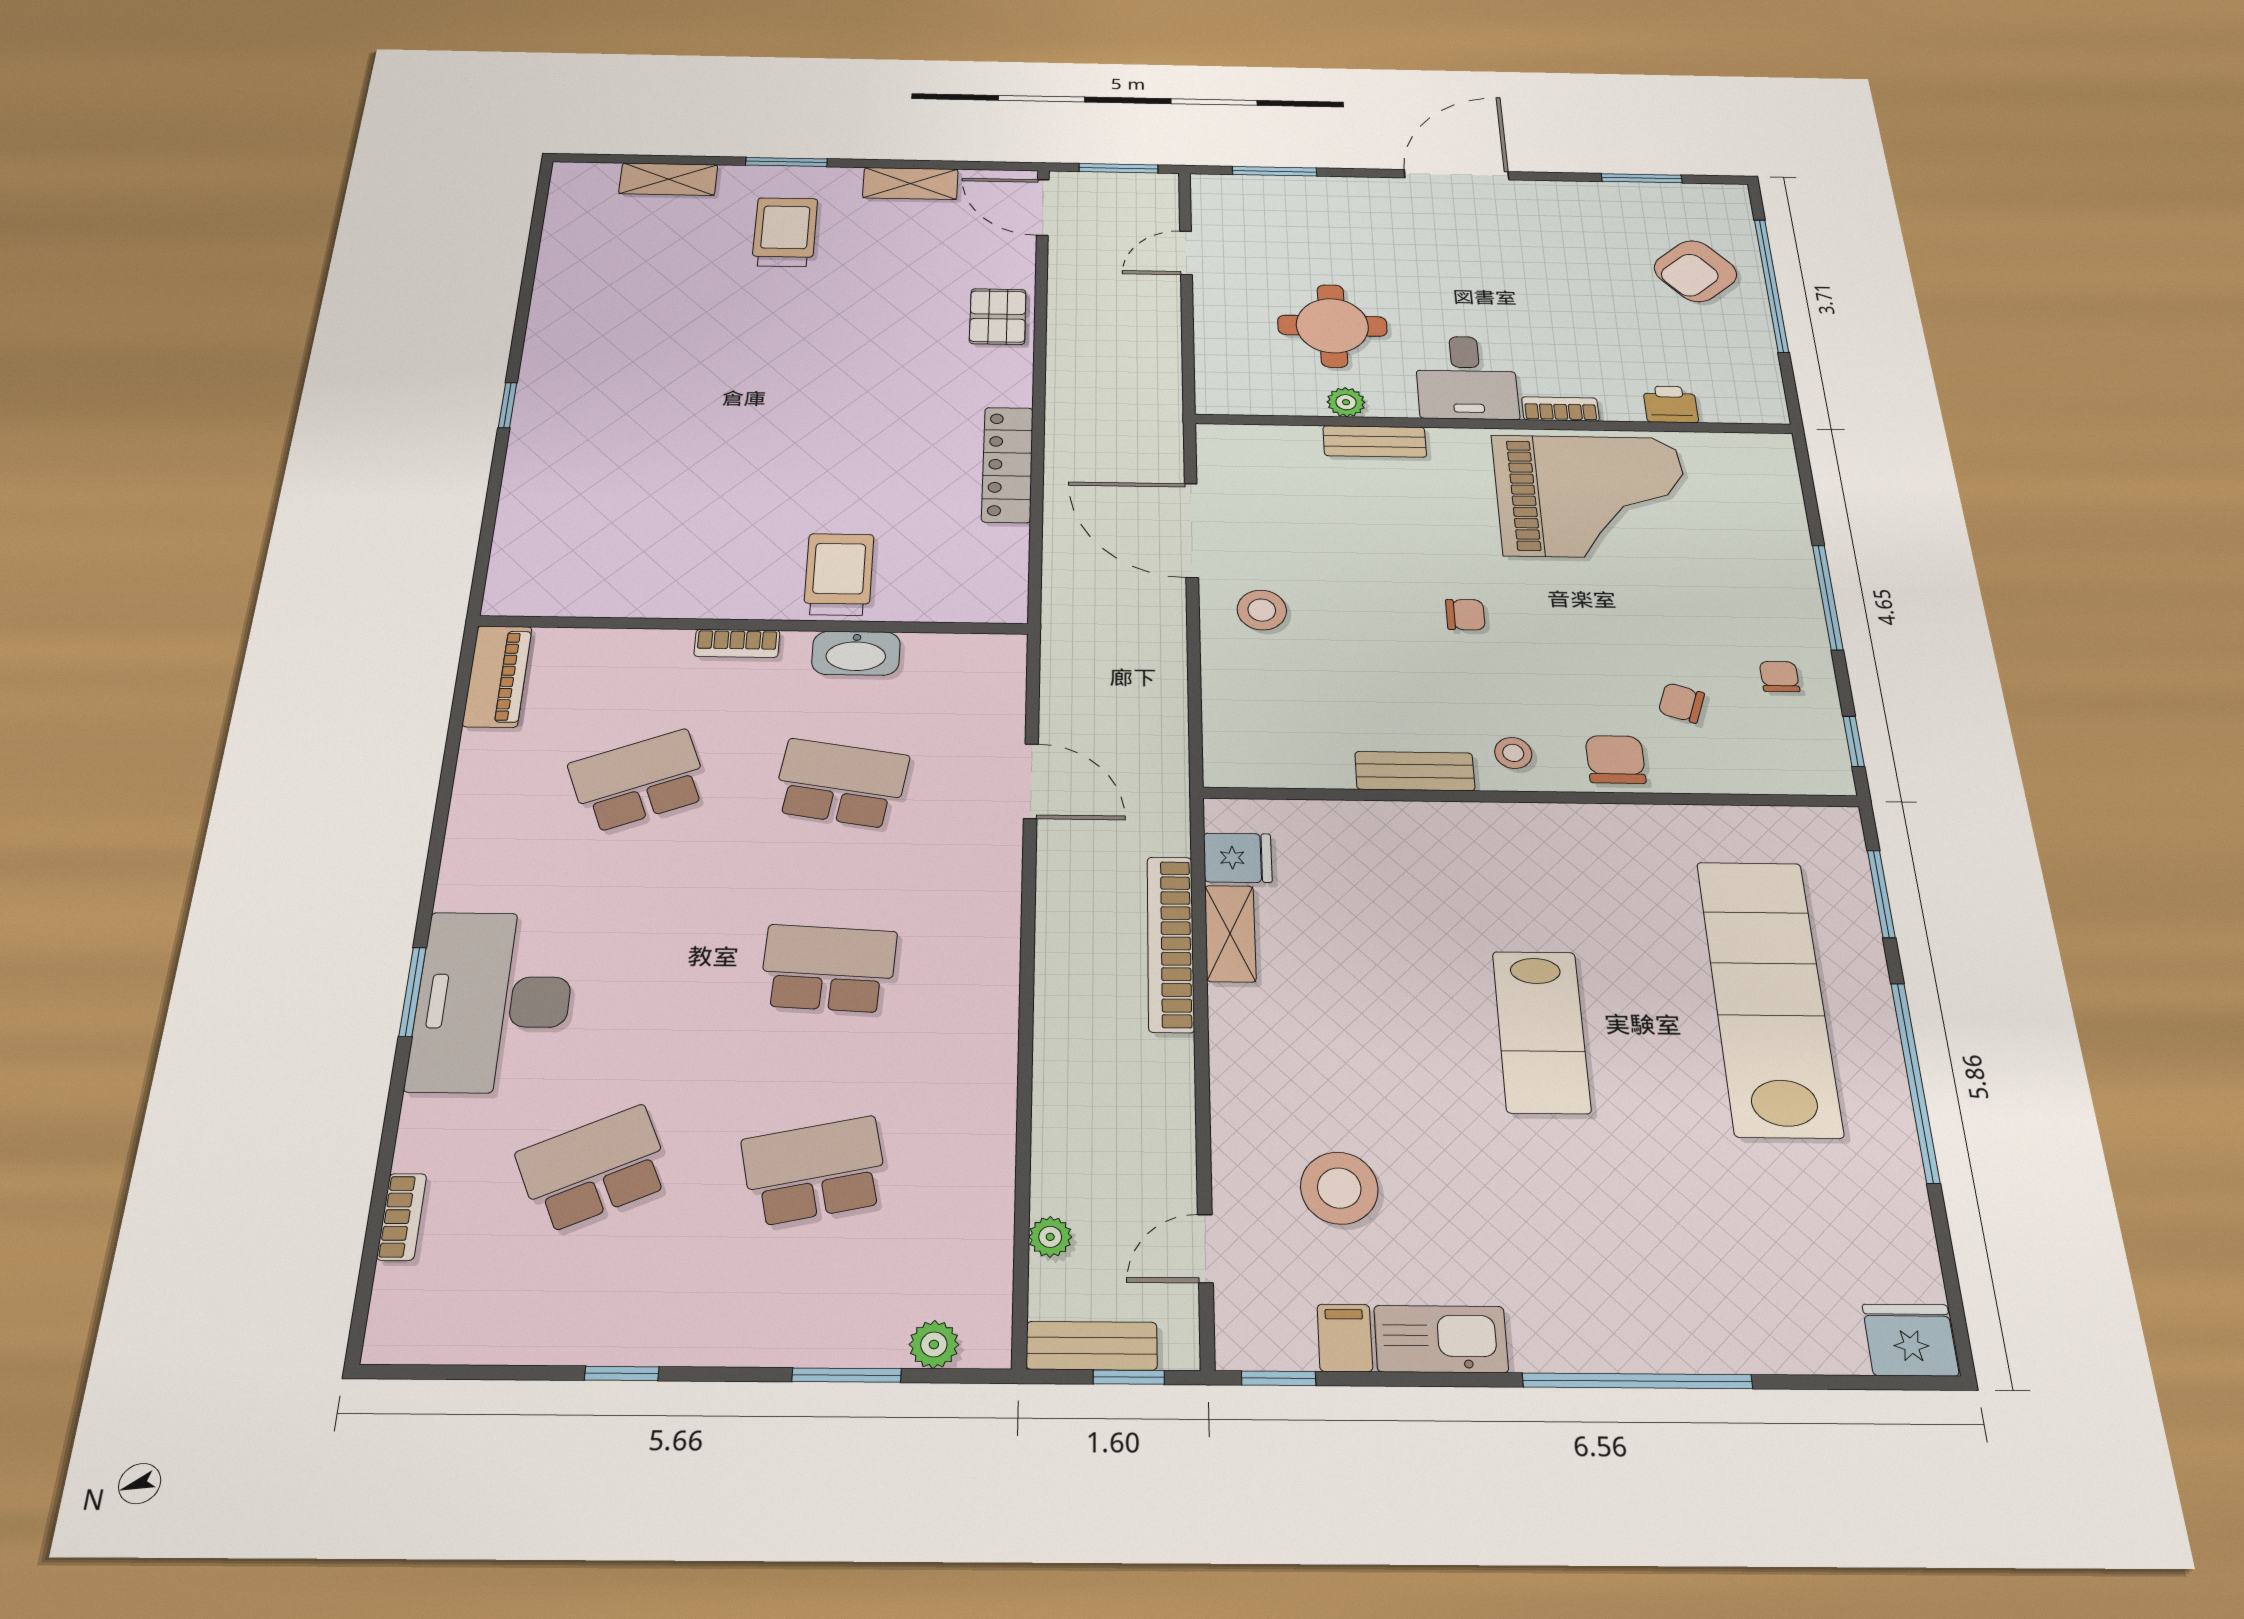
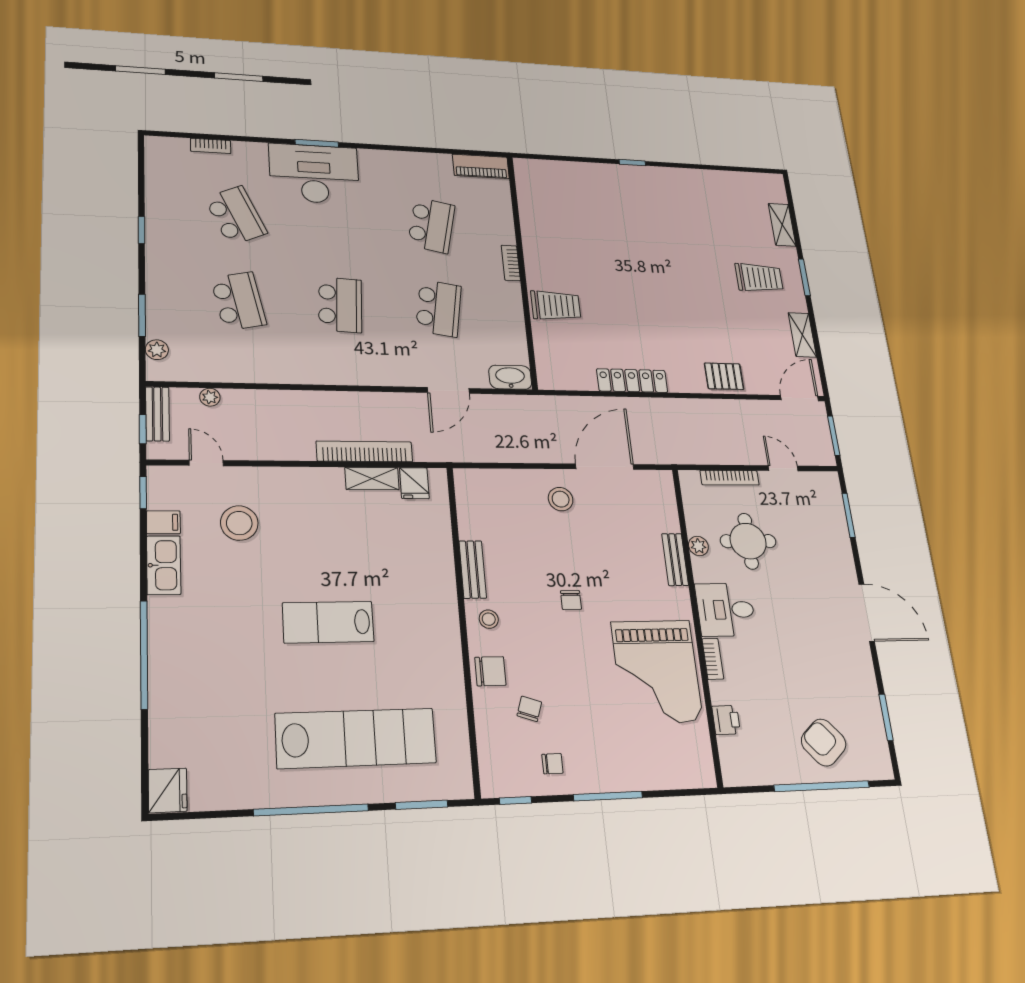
bookcase: (1208, 336) -> (730, 478), added
washbasin: (856, 653) -> (510, 377), moved, turned 90
school desk: (639, 781) -> (432, 225), turned 33

